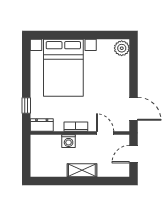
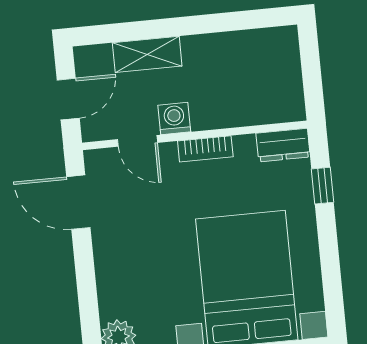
washing machine: (69, 141) -> (174, 119), moved
shelving: (82, 170) -> (147, 54), moved

